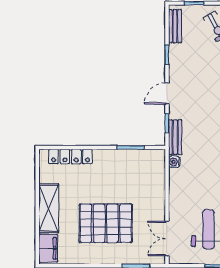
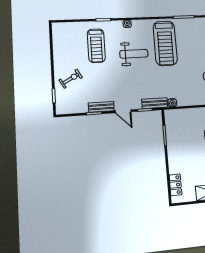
bench: (175, 26) -> (101, 107), moved
locker: (71, 157) -> (176, 185), width x0.66

